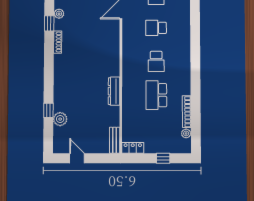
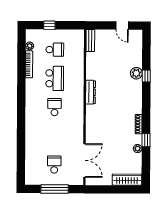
school desk: (156, 28) -> (55, 50), moved
dresser: (114, 91) -> (91, 92), moved
window: (48, 110) -> (146, 76), moved
plant: (60, 119) -> (136, 73), moved
locker: (133, 148) -> (75, 34), removed

